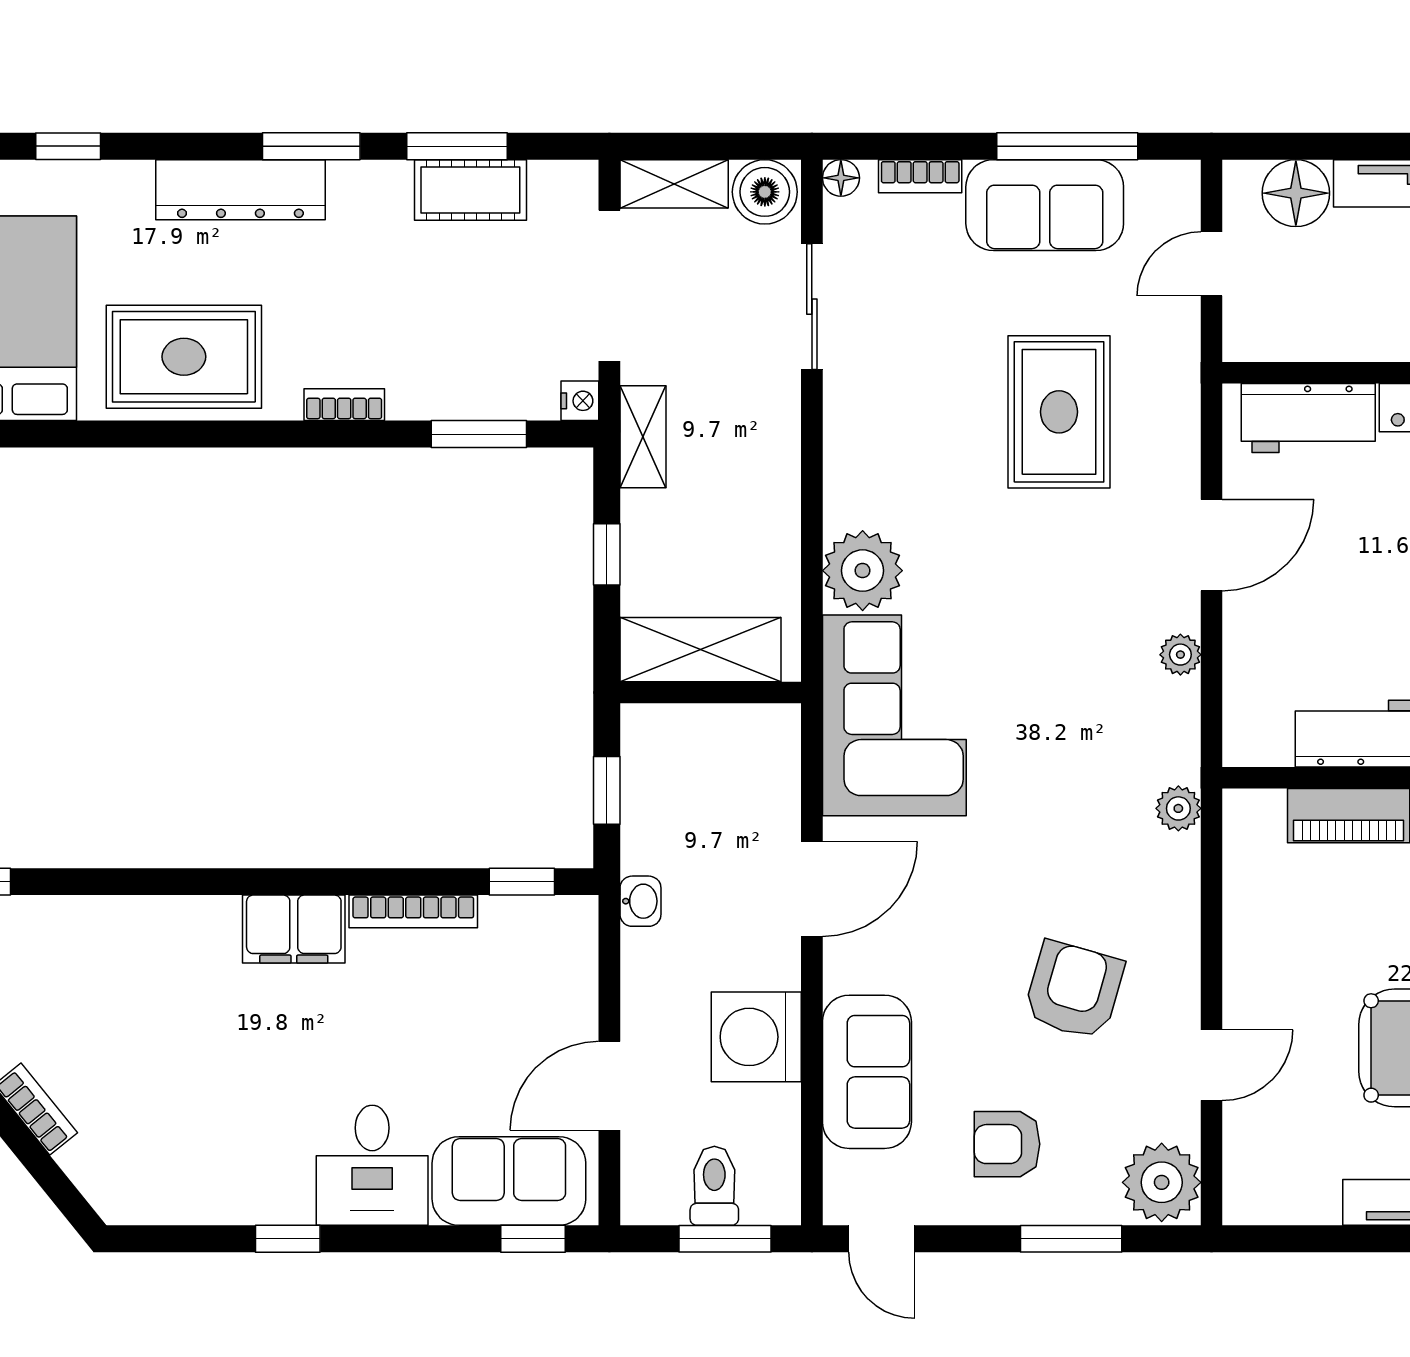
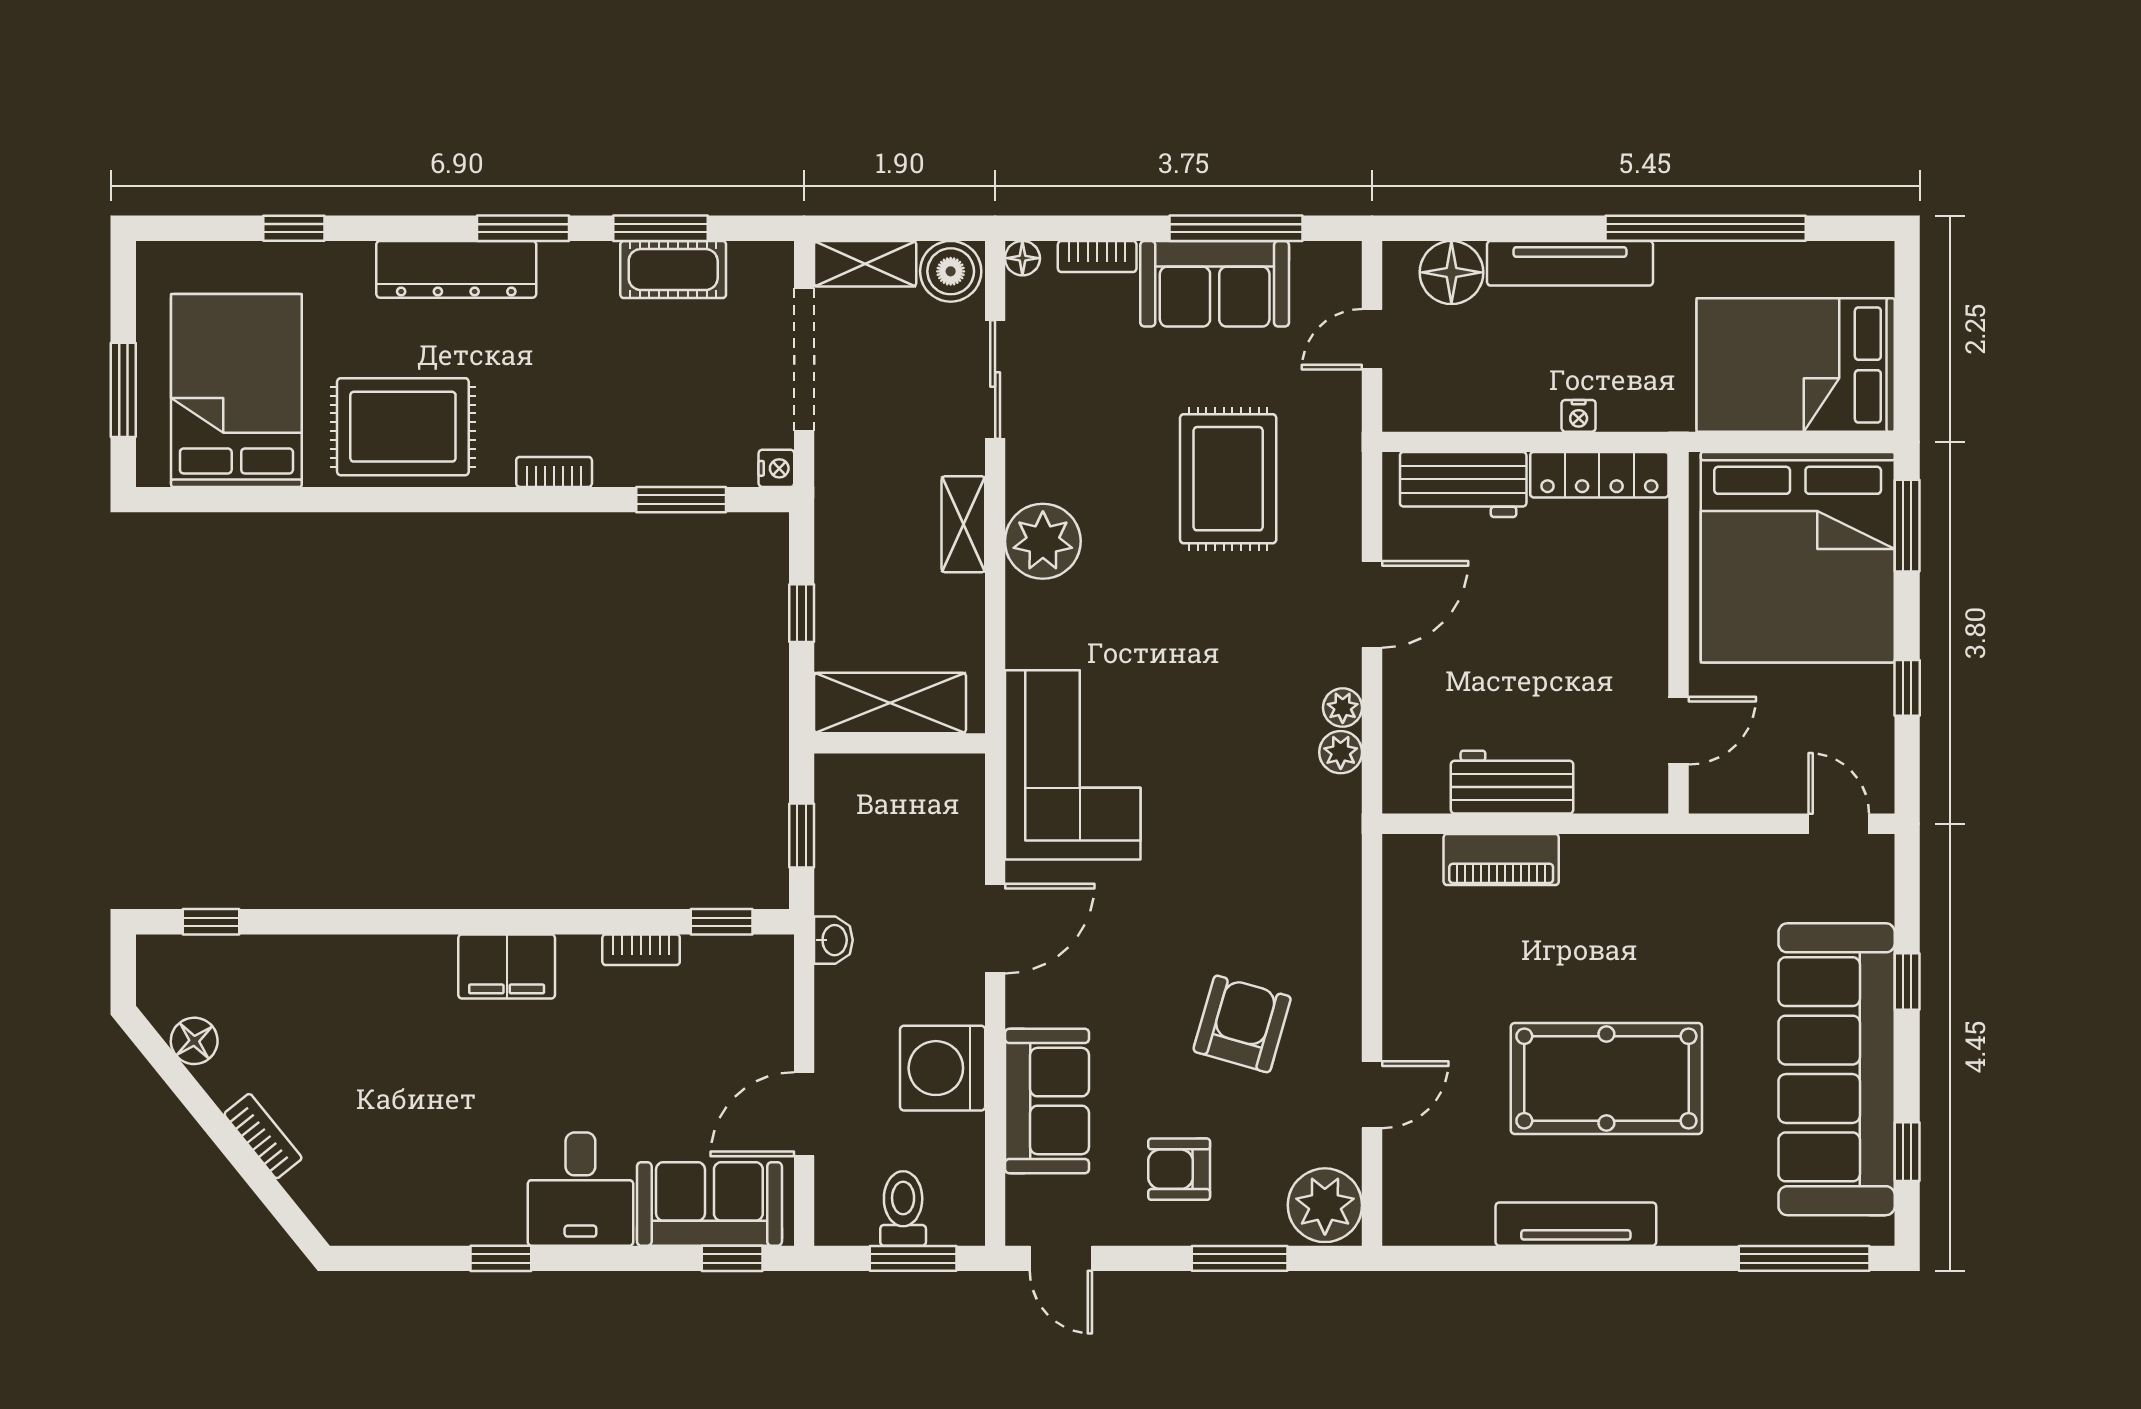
shelving: (643, 437) -> (963, 524), moved
plant: (863, 571) -> (1043, 541), moved
plant: (1178, 808) -> (1341, 752), moved
bookcase: (413, 911) -> (641, 950), width x0.64

